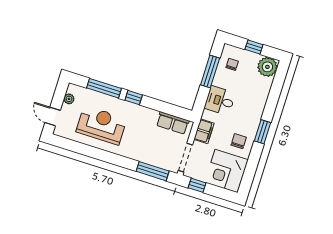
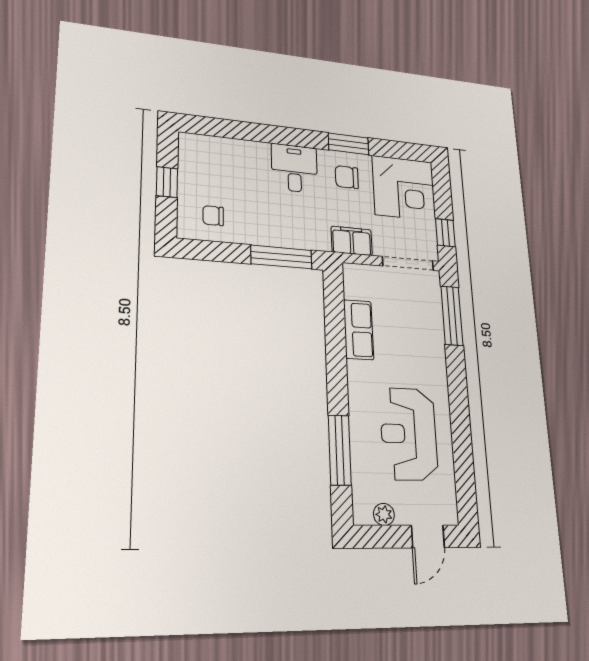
plant: (267, 67) -> (197, 151), removed
window: (210, 71) -> (281, 257), moved
window: (134, 98) -> (337, 386), removed
desk: (220, 101) -> (294, 168), moved, turned 180
row of seats: (173, 123) -> (359, 330), moved
window: (262, 132) -> (348, 144), moved

